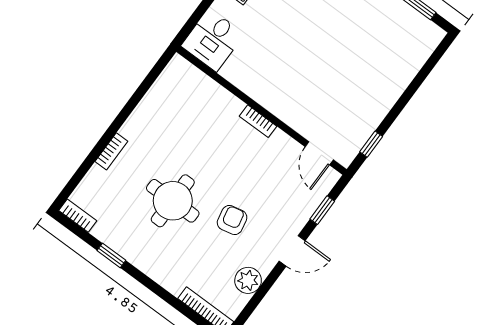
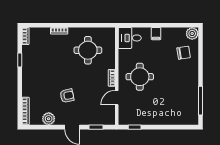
round table: (292, 72) -> (140, 77), added
door: (319, 153) -> (117, 98), moved
round table: (173, 201) -> (88, 50), moved

